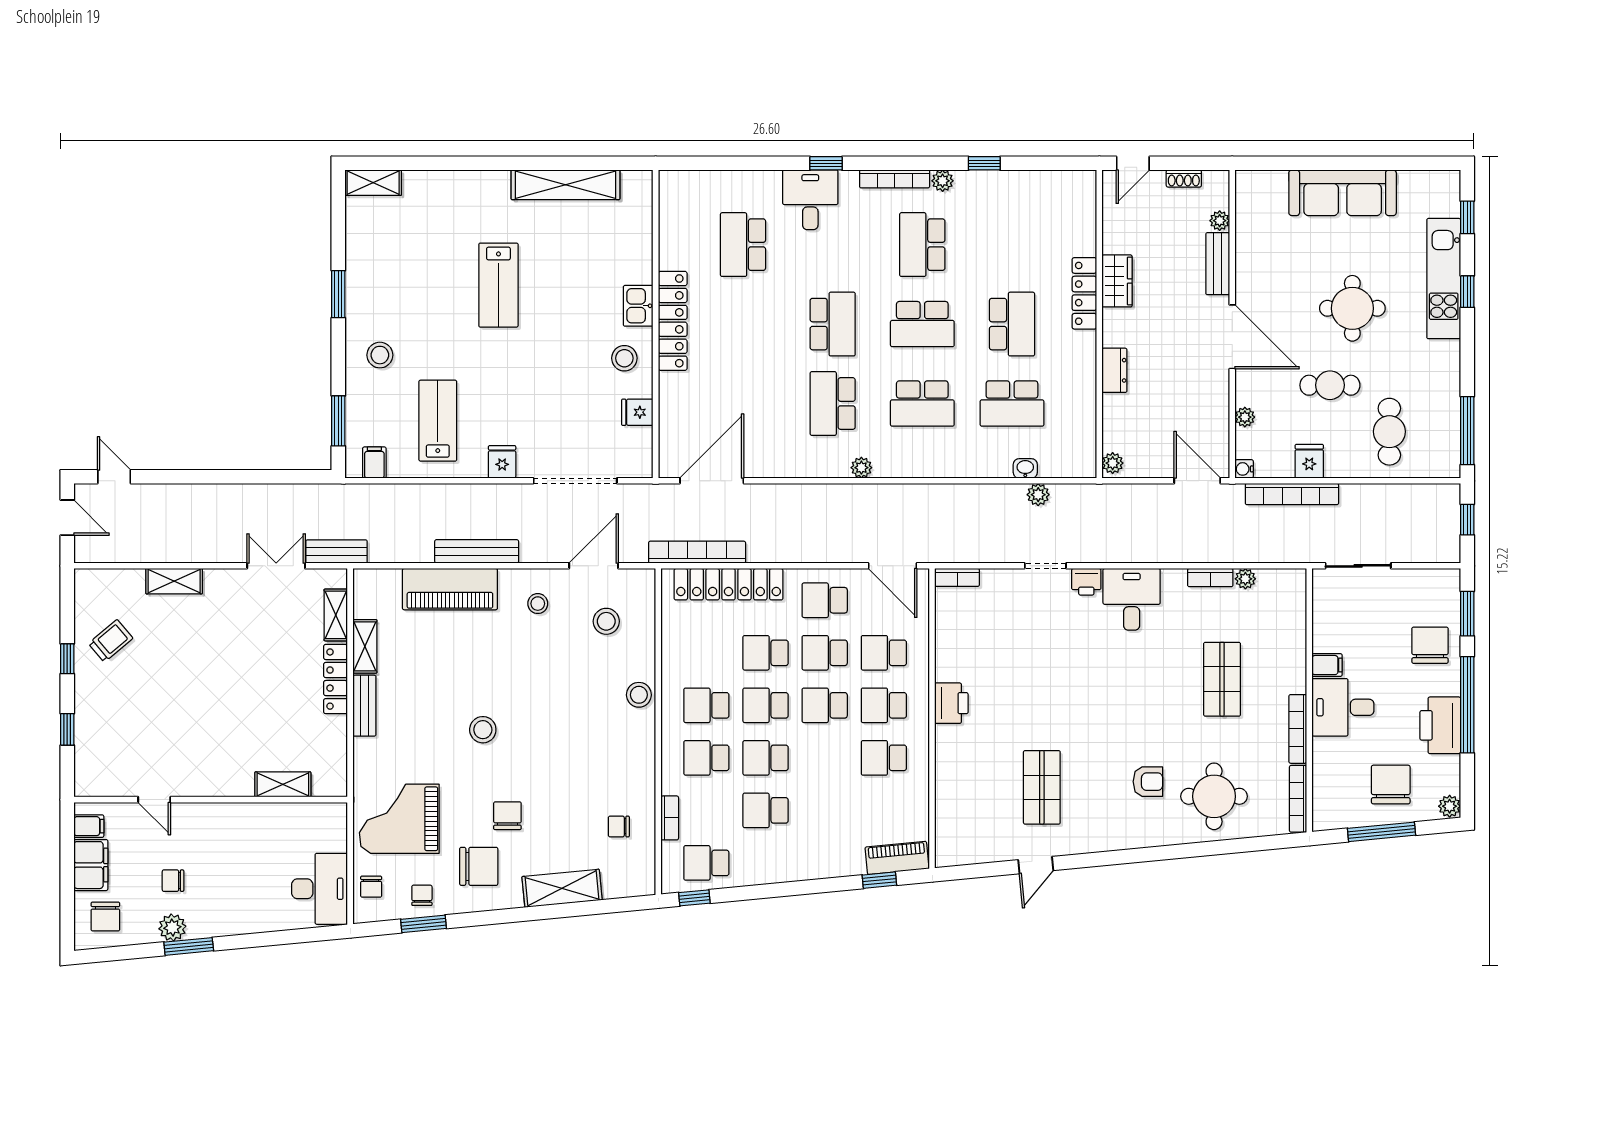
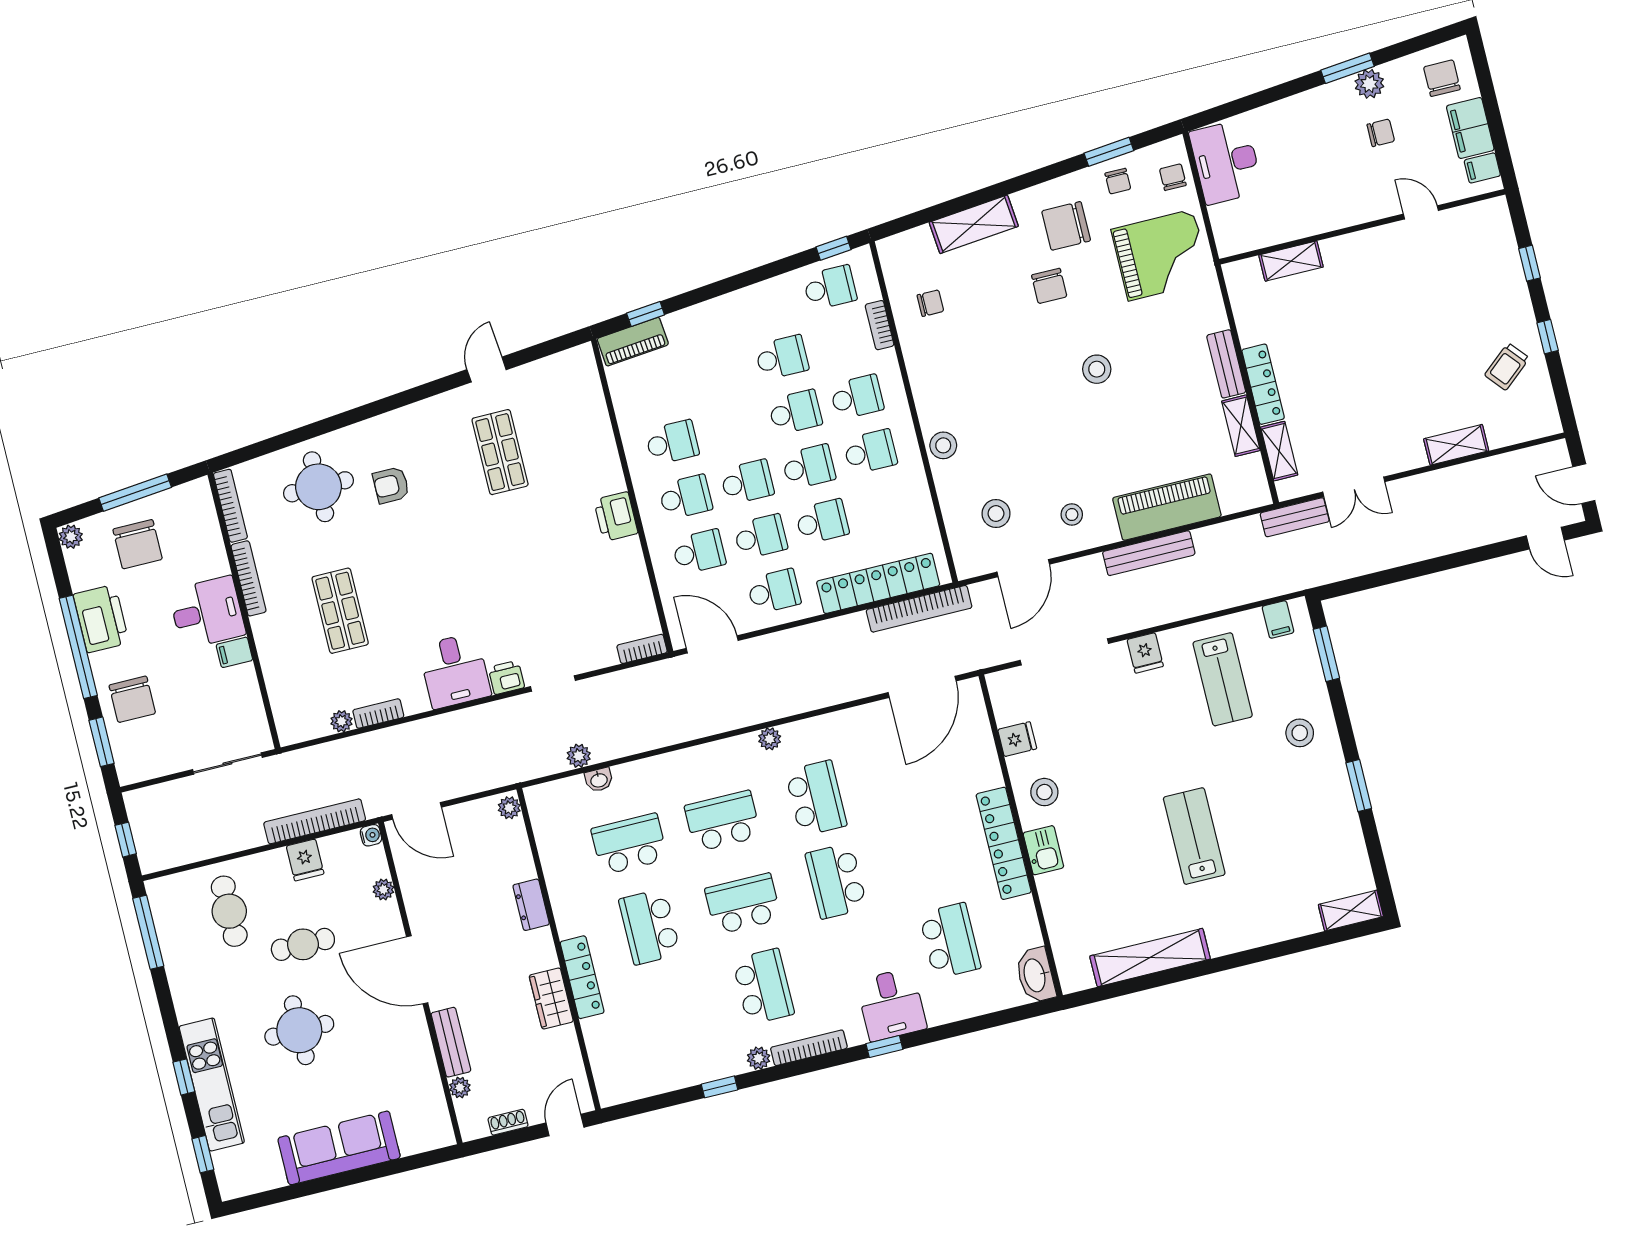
washbasin: (673, 194) -> (1035, 975), added

